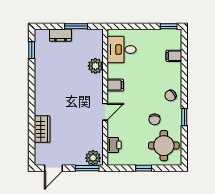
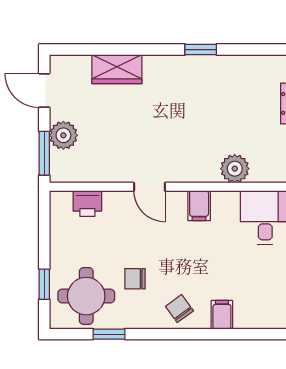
window: (32, 50) -> (201, 50), moved
filing cabinet: (174, 56) -> (222, 315), moved
window: (184, 117) -> (109, 334), moved
plant: (93, 158) -> (63, 135), moved
window: (144, 168) -> (44, 284), moved

